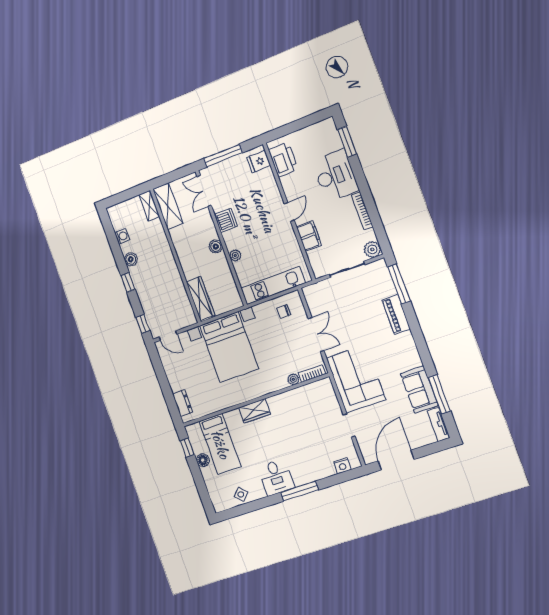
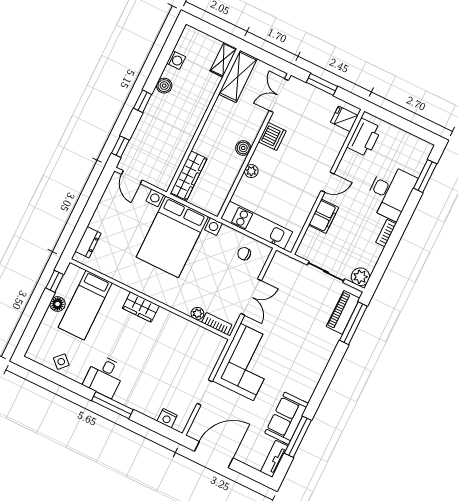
window: (223, 156) -> (322, 84), width x0.69
bookcase: (362, 211) -> (386, 233), width x0.64
piano: (396, 314) -> (343, 312), moved

